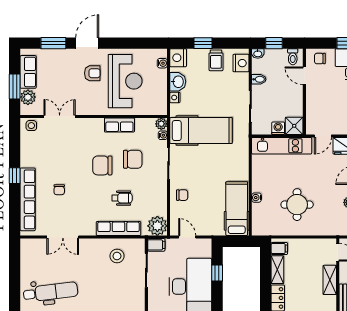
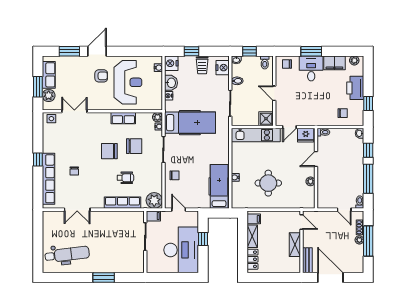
door: (304, 76) -> (274, 93), moved
washing machine: (278, 128) -> (253, 121), removed
stool: (117, 256) -> (121, 225), removed

